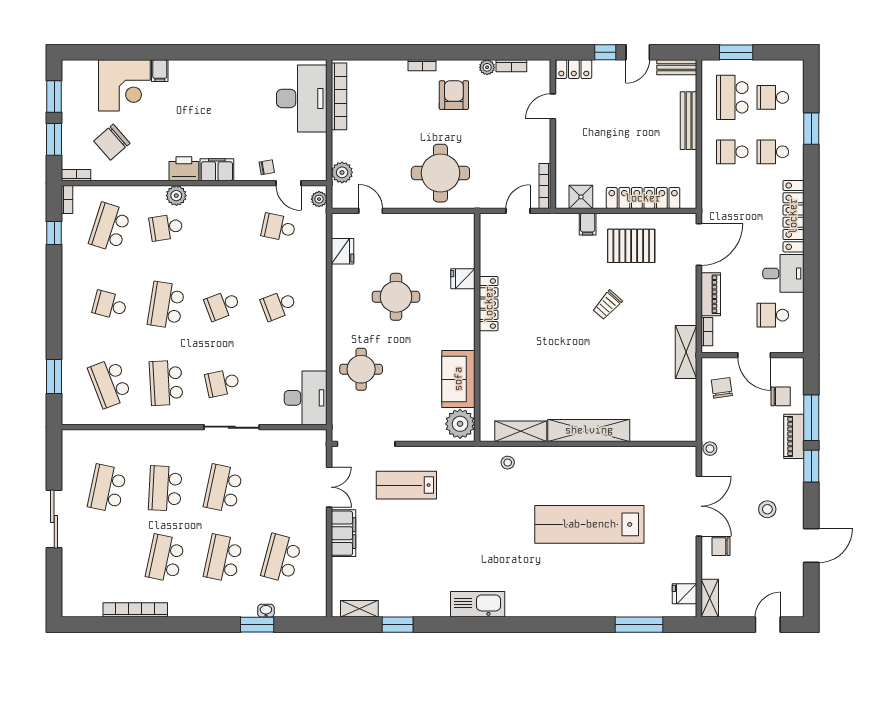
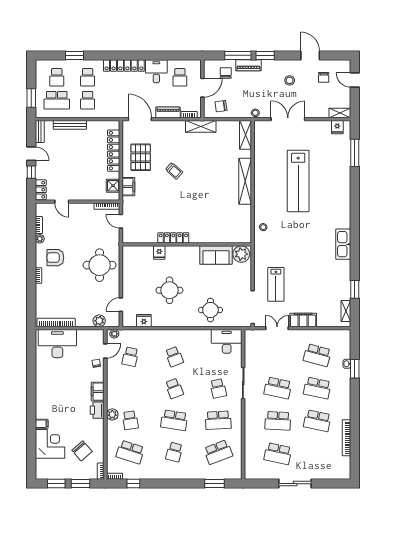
filing cabinet: (588, 224) -> (128, 187), width x2.00
shelving: (521, 431) -> (246, 135), moved
chair: (721, 547) -> (324, 77), moved

